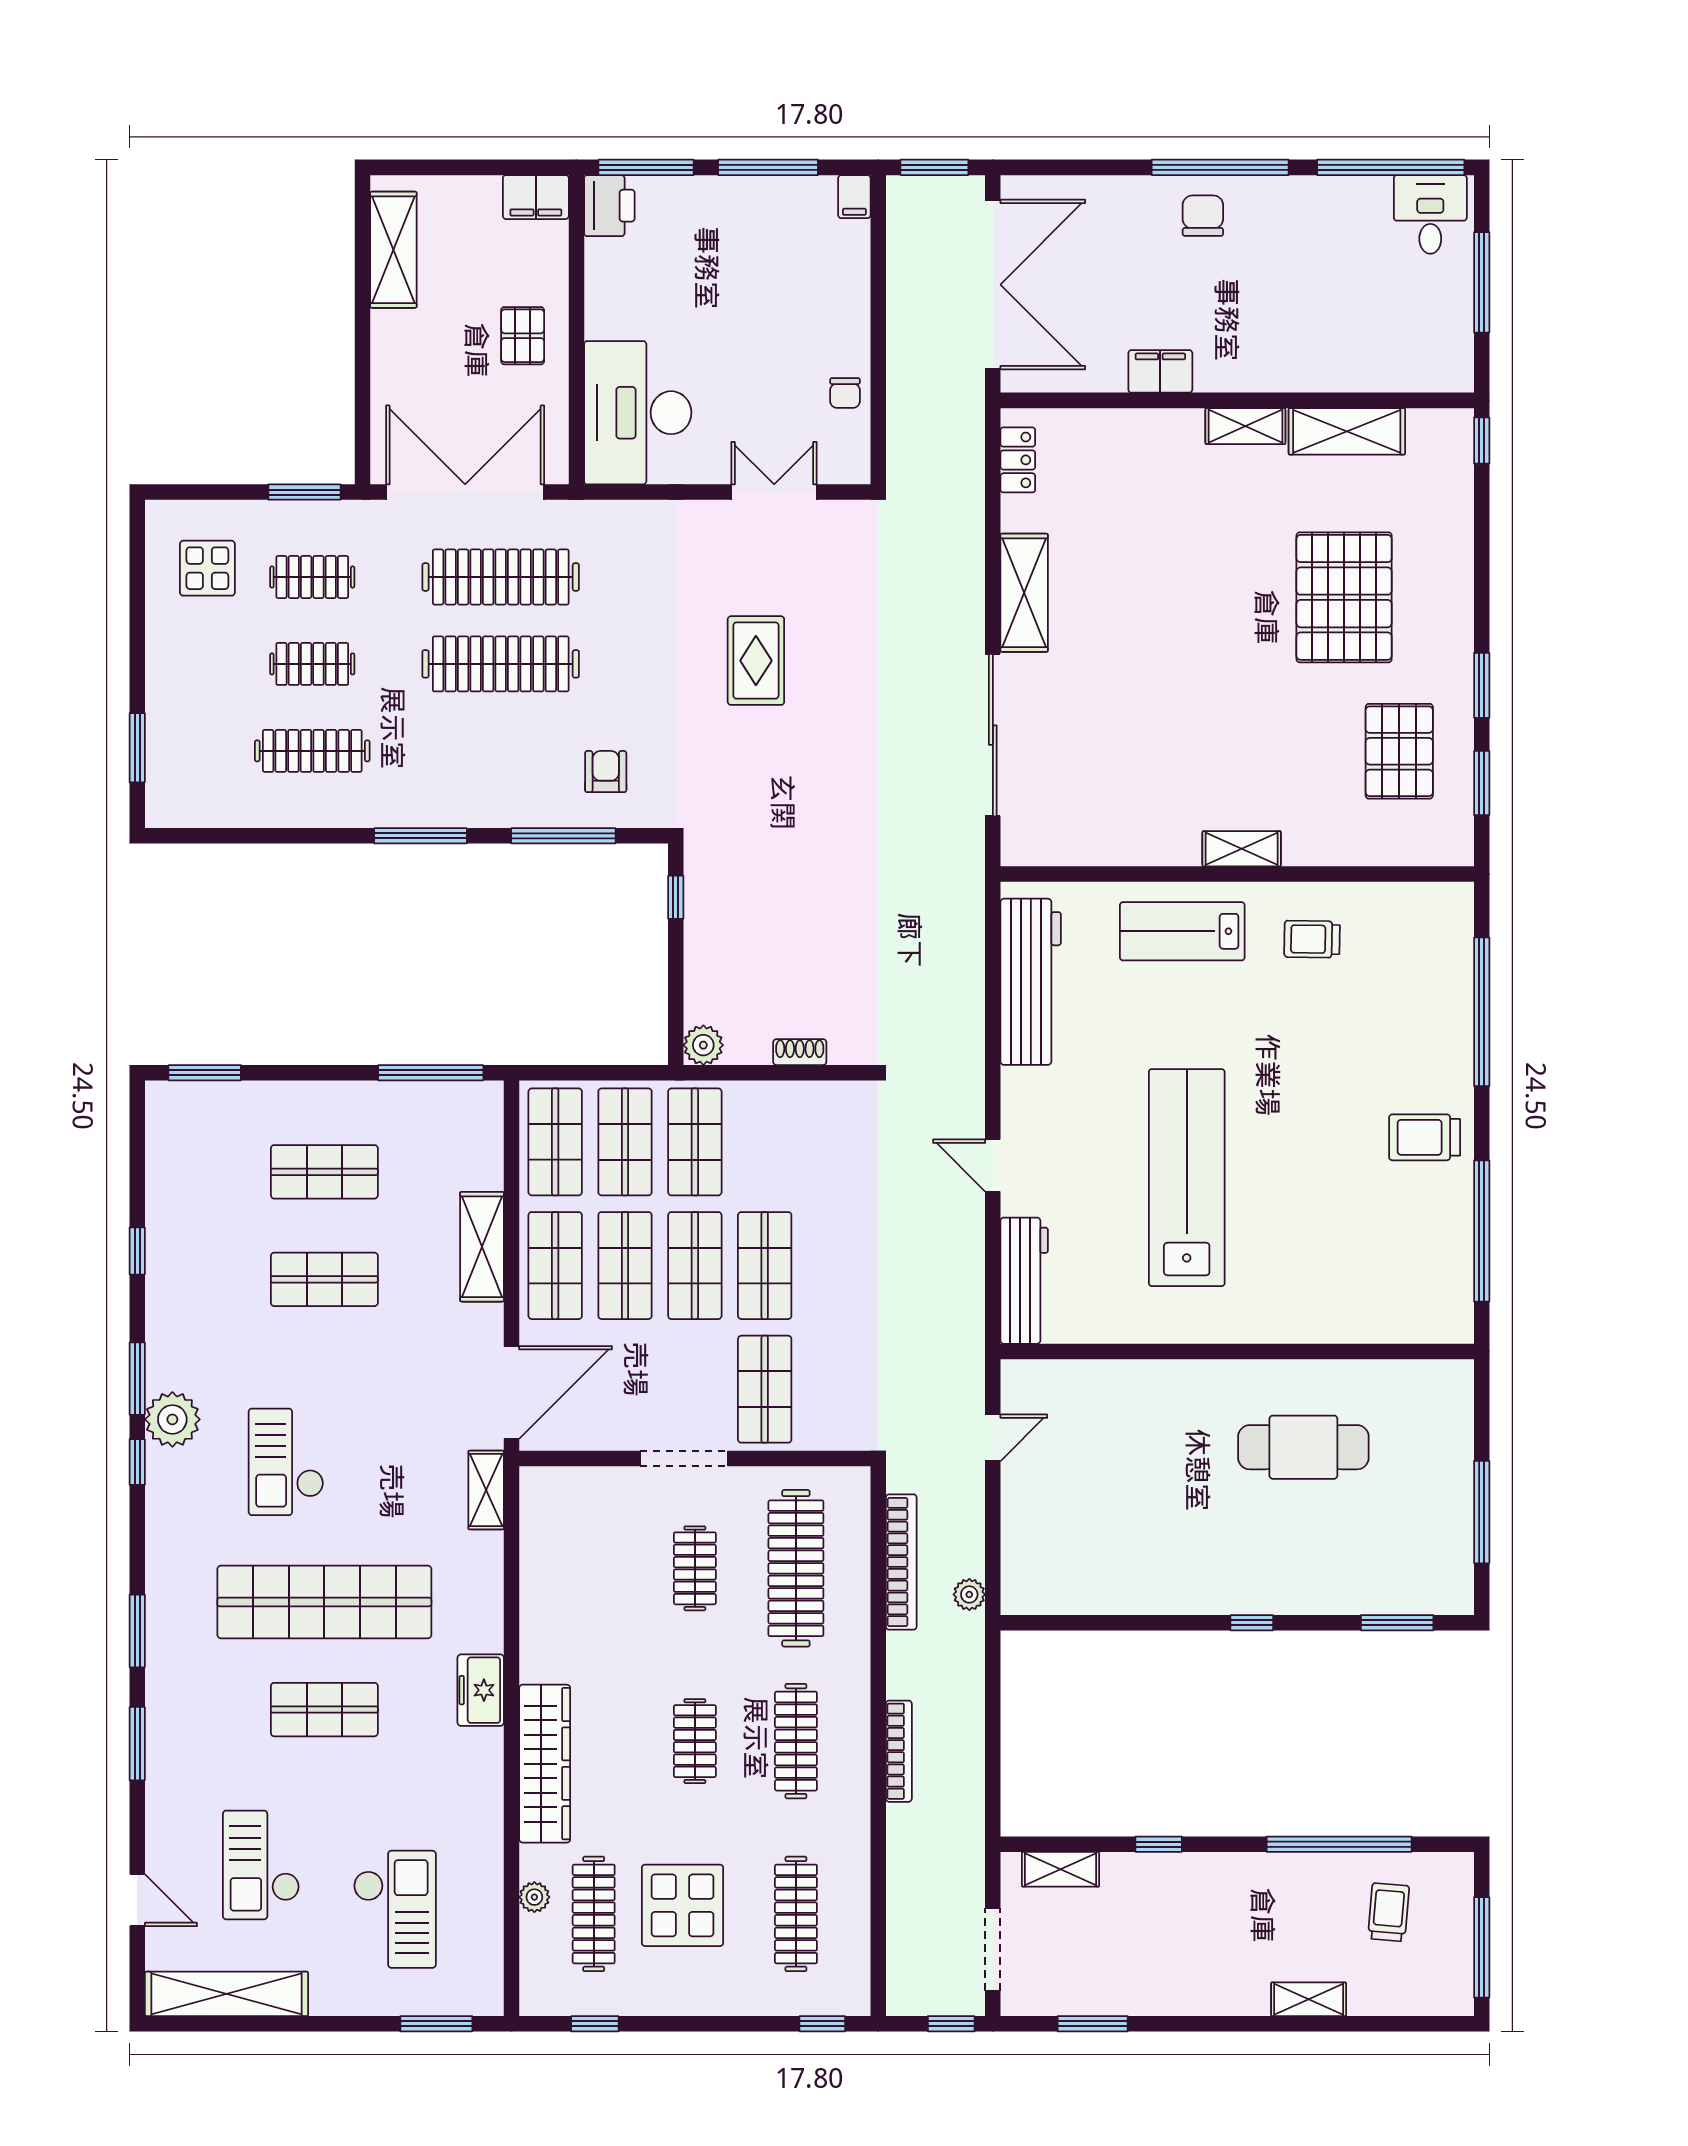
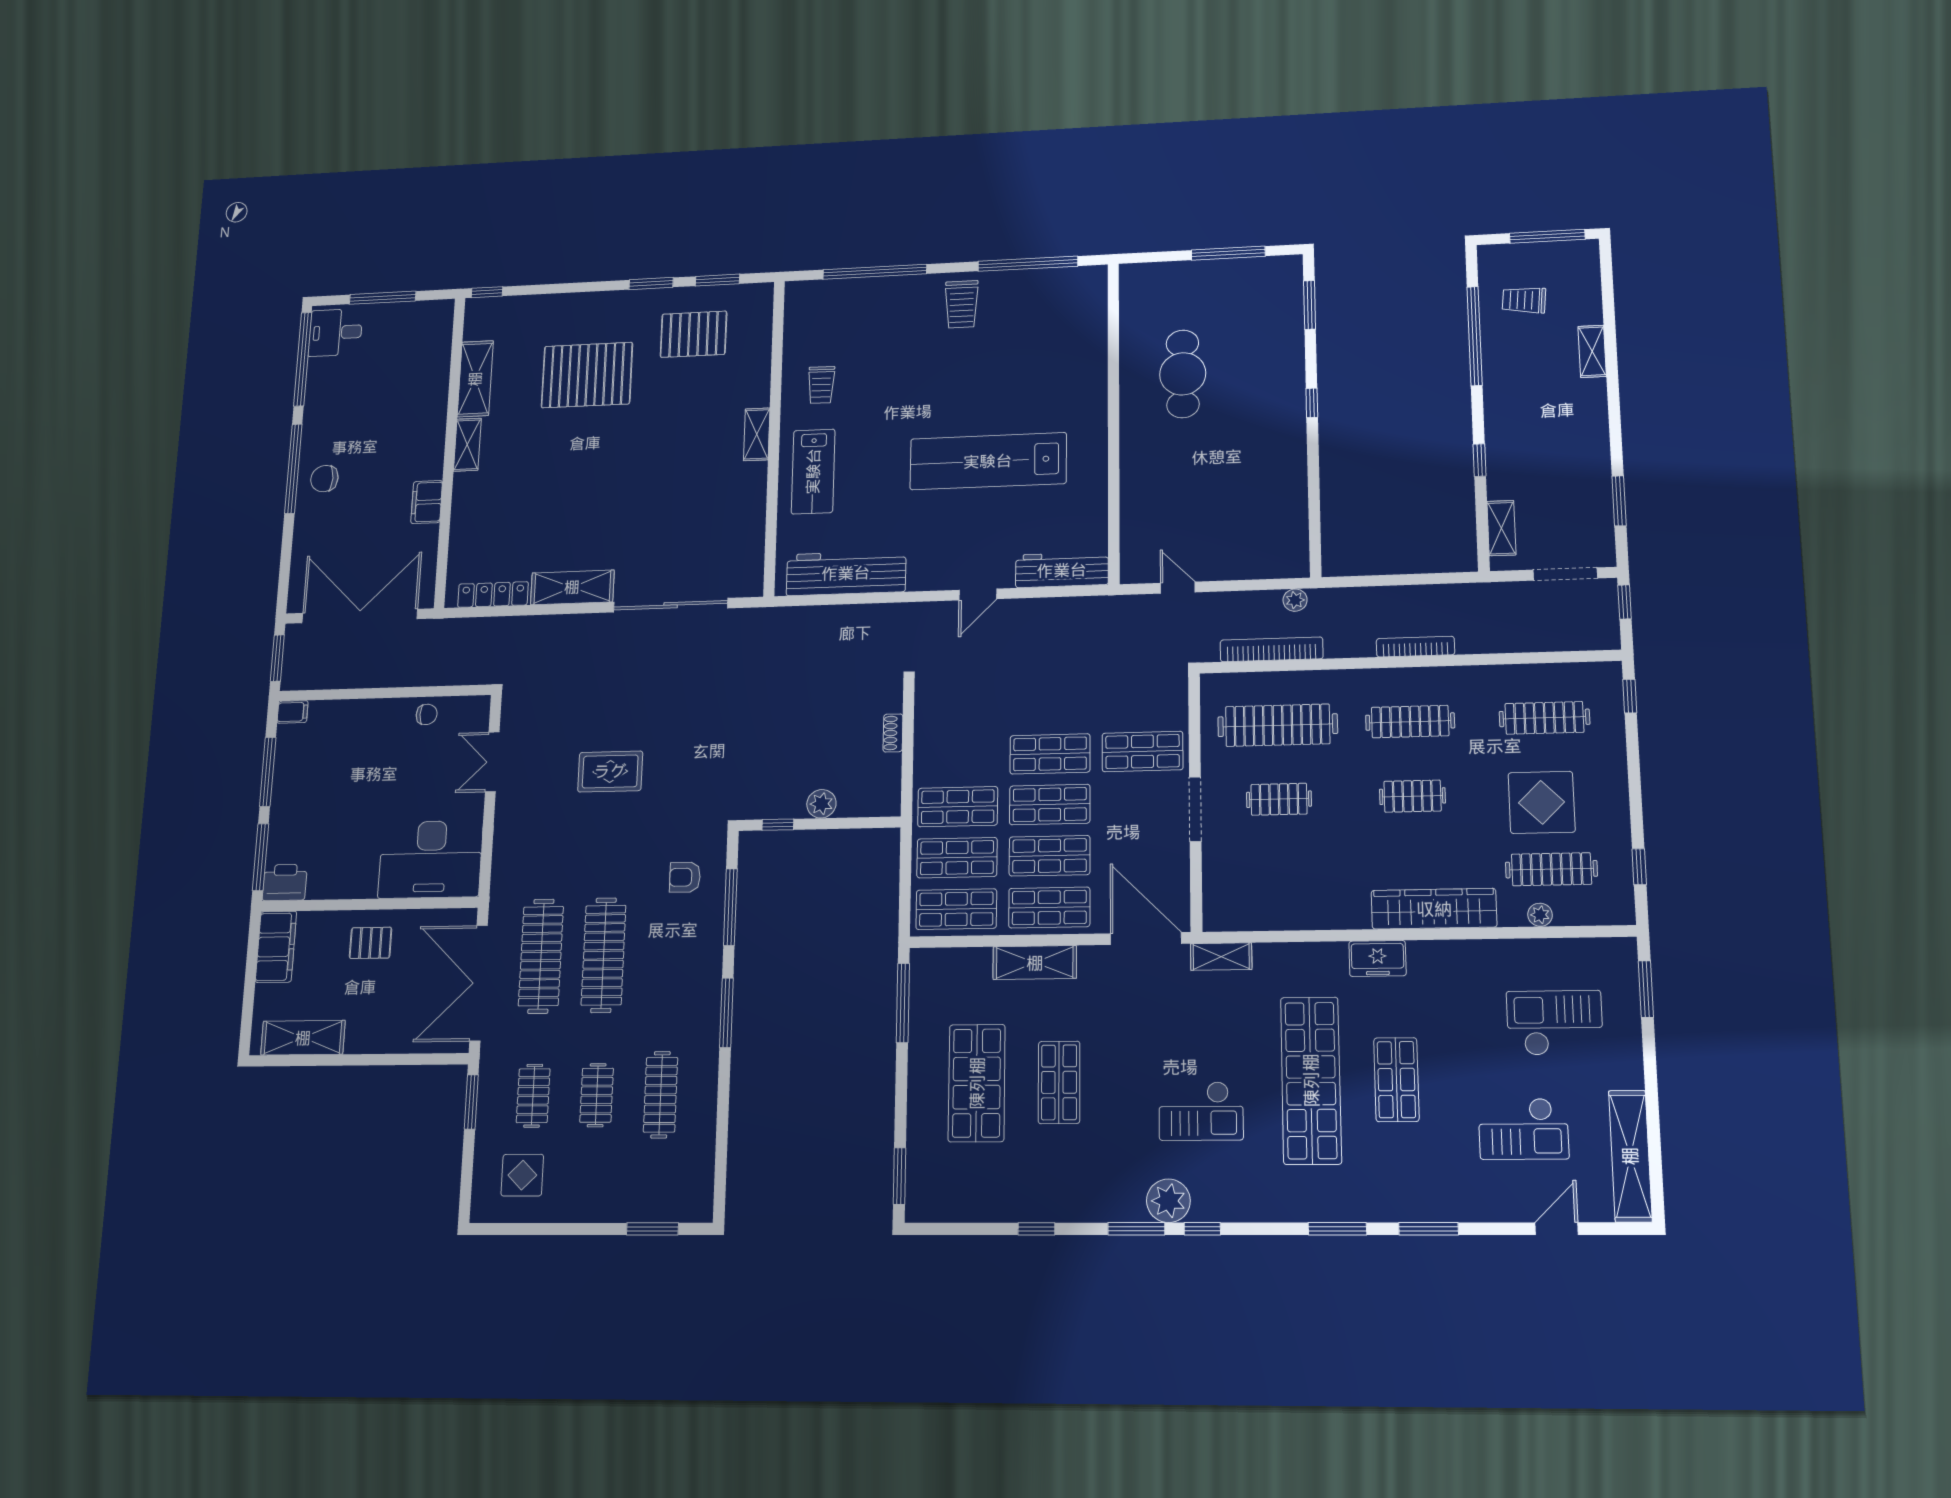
filing cabinet: (536, 197) -> (276, 947), width x1.50, depth x1.17
locker: (1018, 460) -> (493, 594), width x1.53
plant: (703, 1045) -> (821, 804), moved
shop shelf: (324, 1172) -> (977, 1083), width x1.43, depth x1.36

